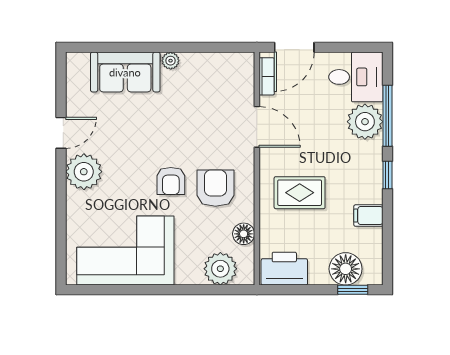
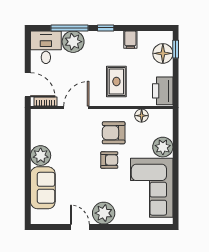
plant: (171, 61) -> (41, 156), width x1.87, depth x1.87
plant: (220, 269) -> (163, 147), moved

